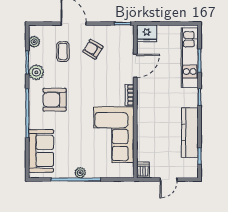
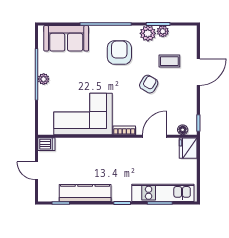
floor lamp: (129, 39) -> (183, 130), added
plant: (34, 42) -> (163, 31), moved
armchair: (93, 49) -> (149, 84), moved
door: (135, 66) -> (155, 136), swing flipped

